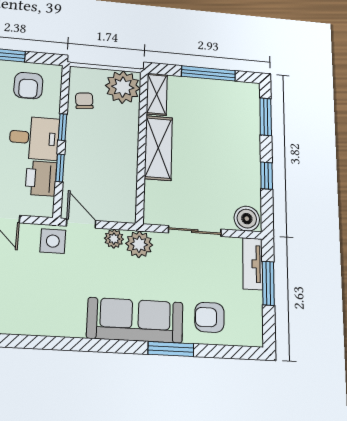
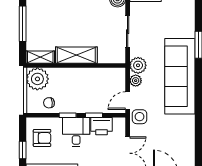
armchair: (209, 317) -> (179, 22), removed
sofa: (135, 320) -> (180, 76), width x1.36, depth x1.27

